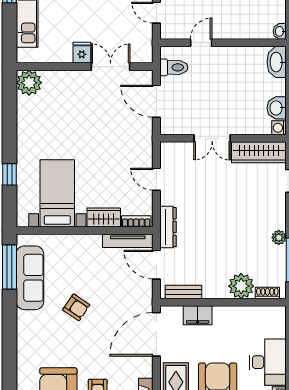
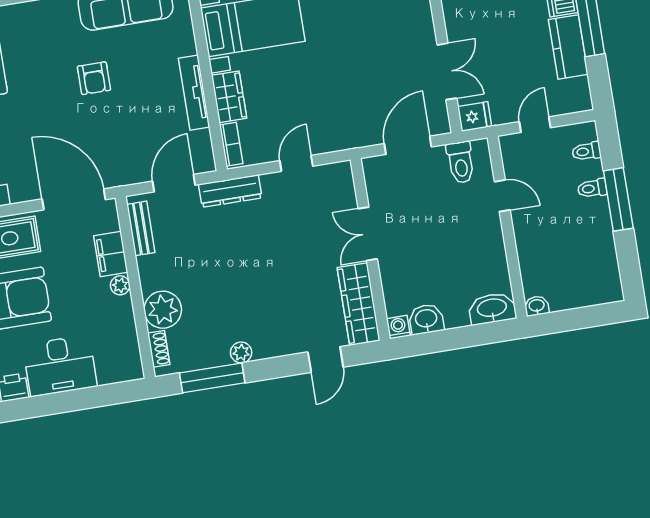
fridge: (82, 53) -> (475, 116), moved
tv unit: (128, 241) -> (194, 93), moved
armchair: (76, 307) -> (94, 78), turned -34
plant: (220, 312) -> (120, 285), added

